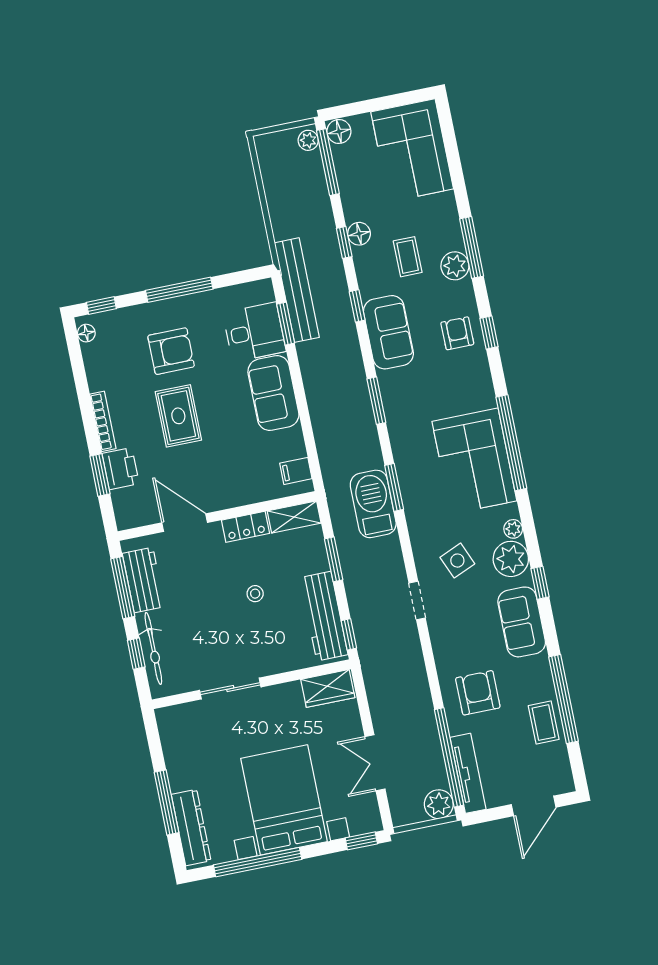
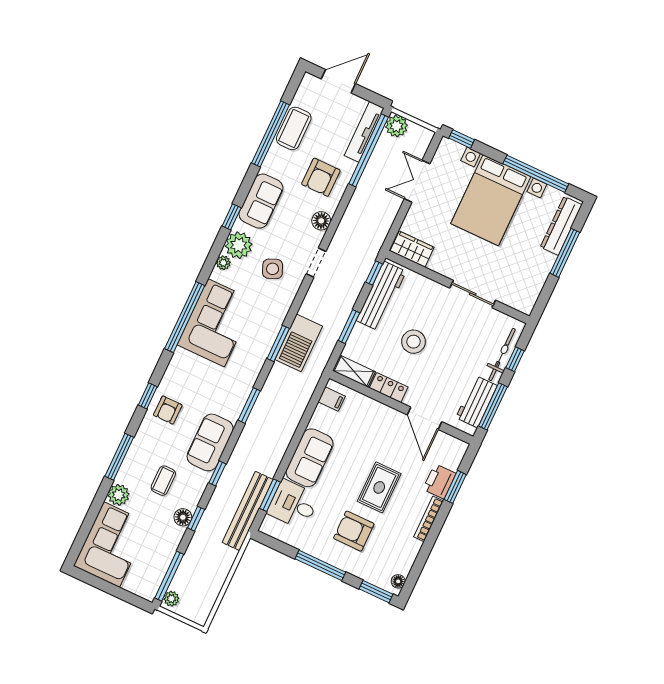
floor lamp: (339, 131) -> (321, 221), moved
plant: (455, 266) -> (119, 495), moved
window: (101, 306) -> (376, 592), width x1.50
stool: (255, 594) -> (413, 342), width x1.89, depth x1.89
coffee table: (544, 723) -> (294, 128), width x1.36, depth x1.30
double door: (375, 763) -> (417, 181), swing flipped

